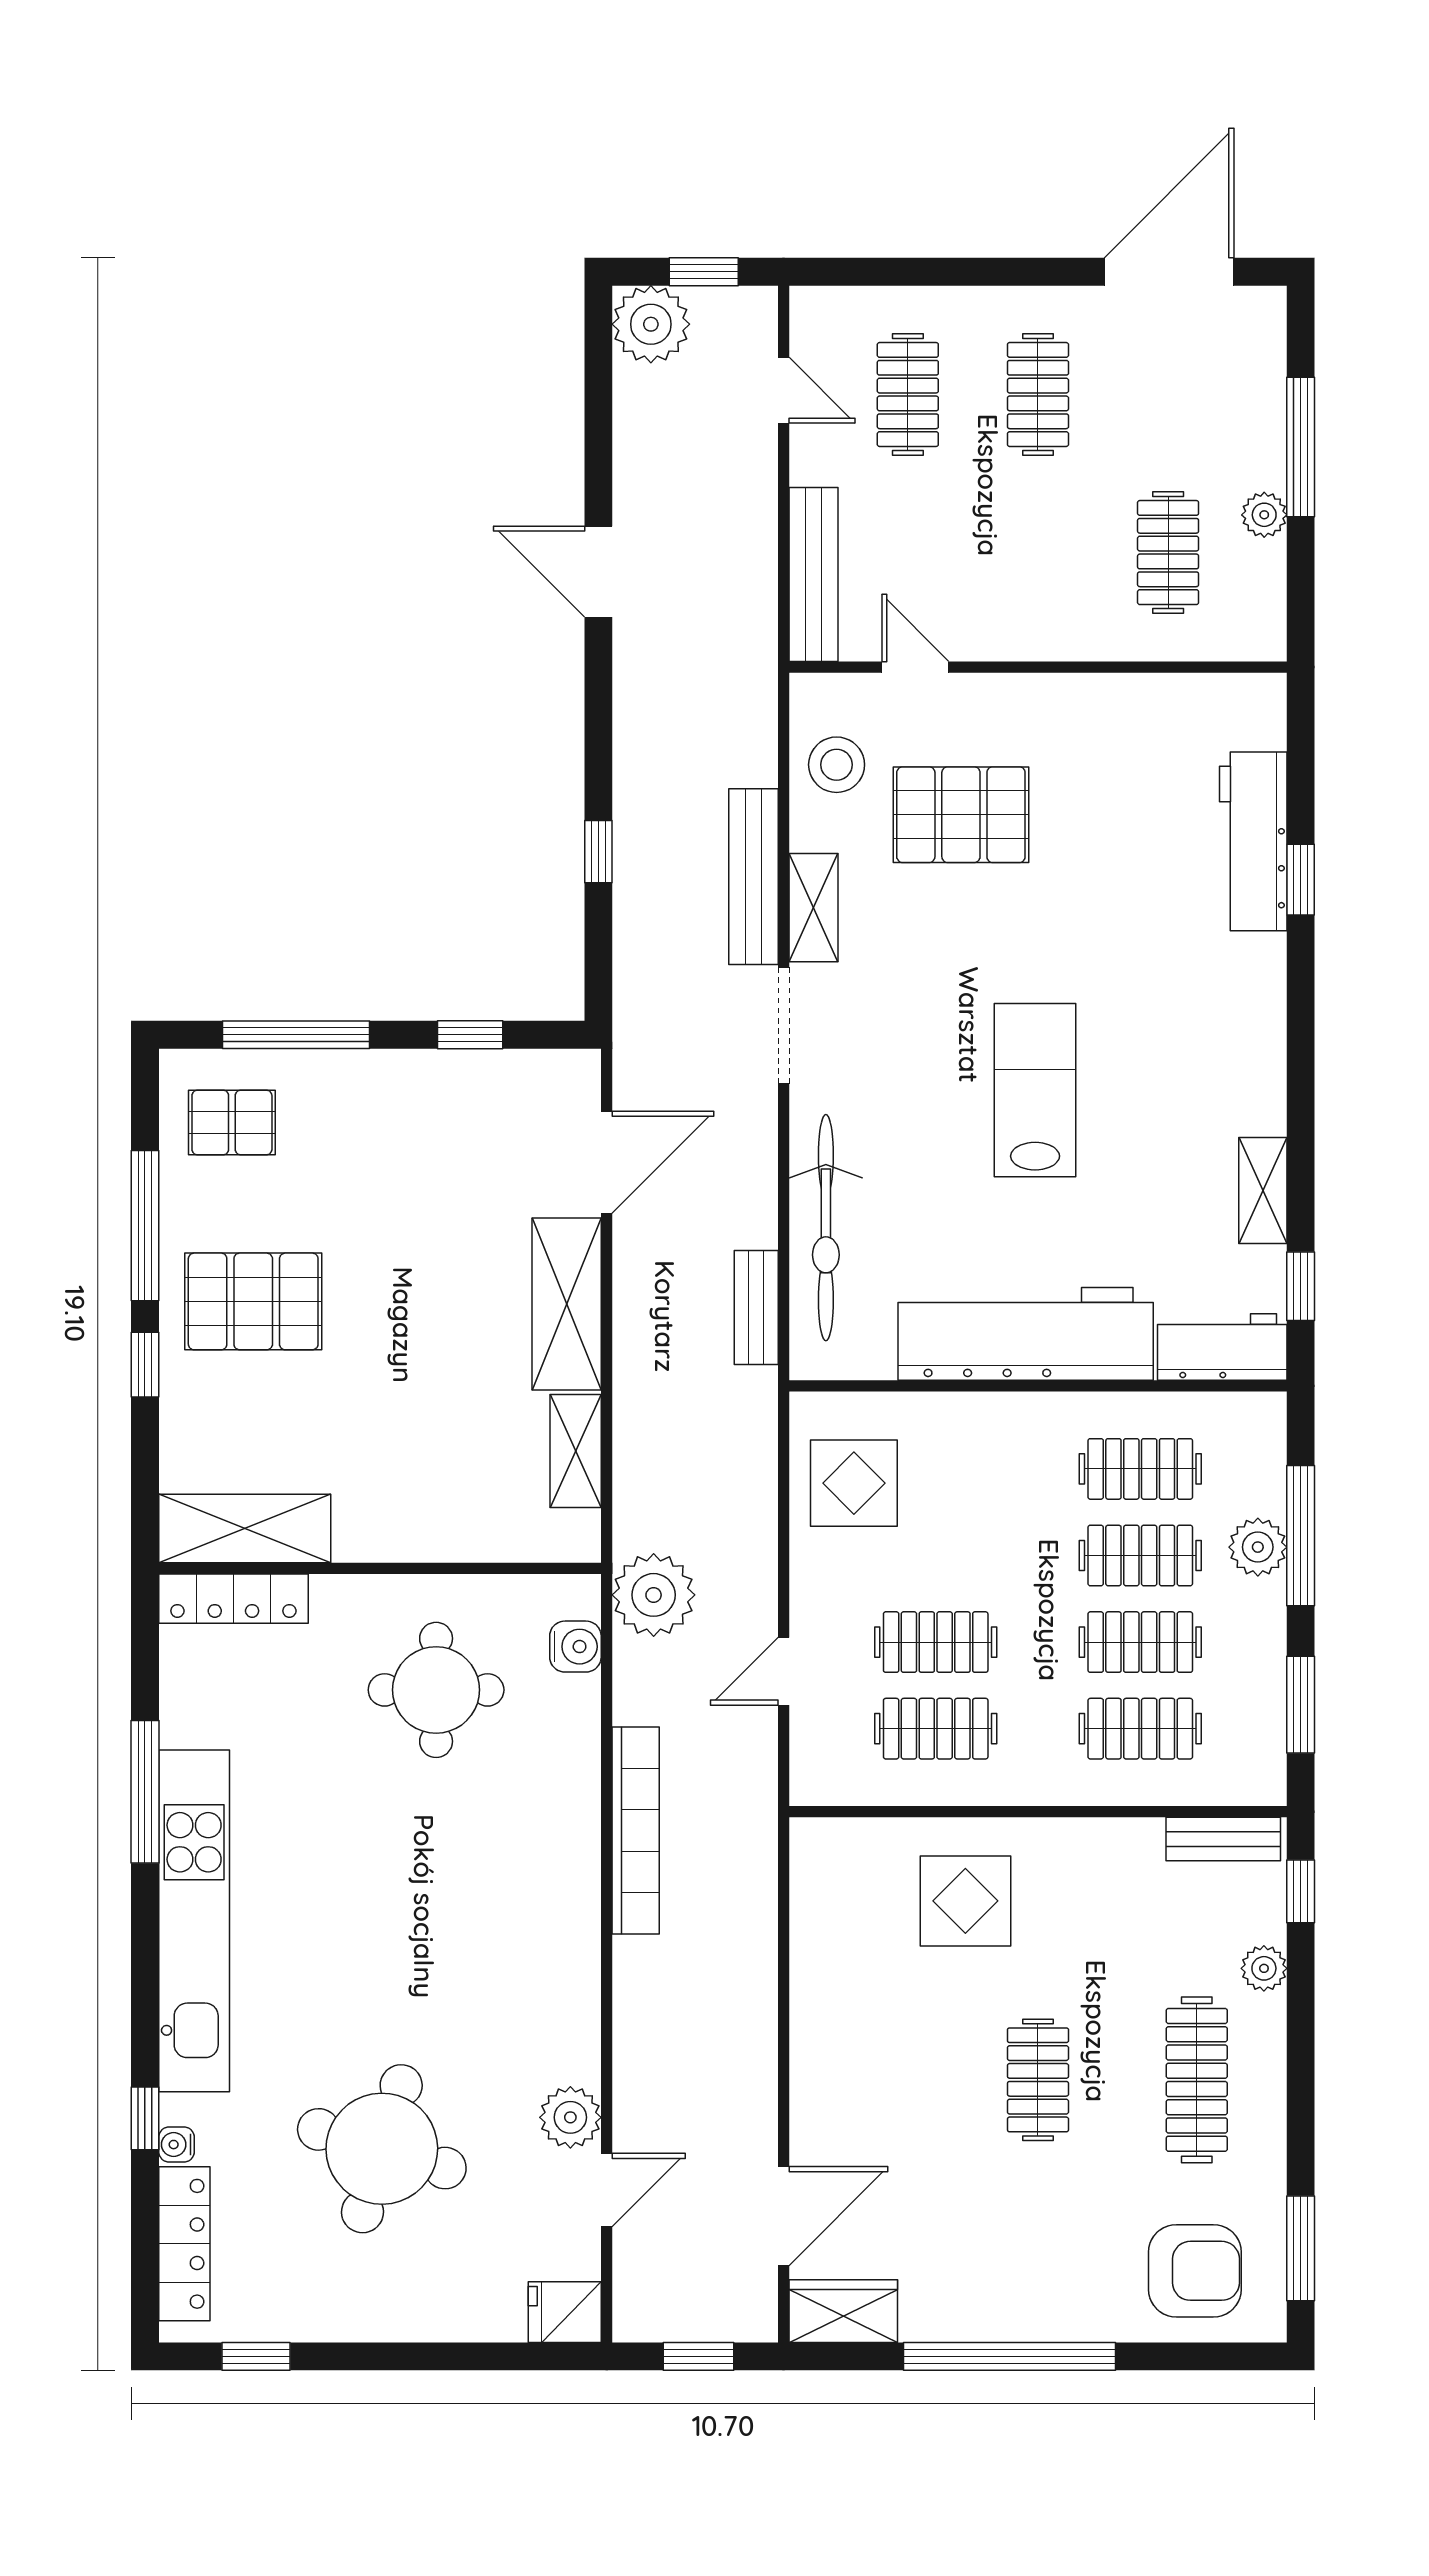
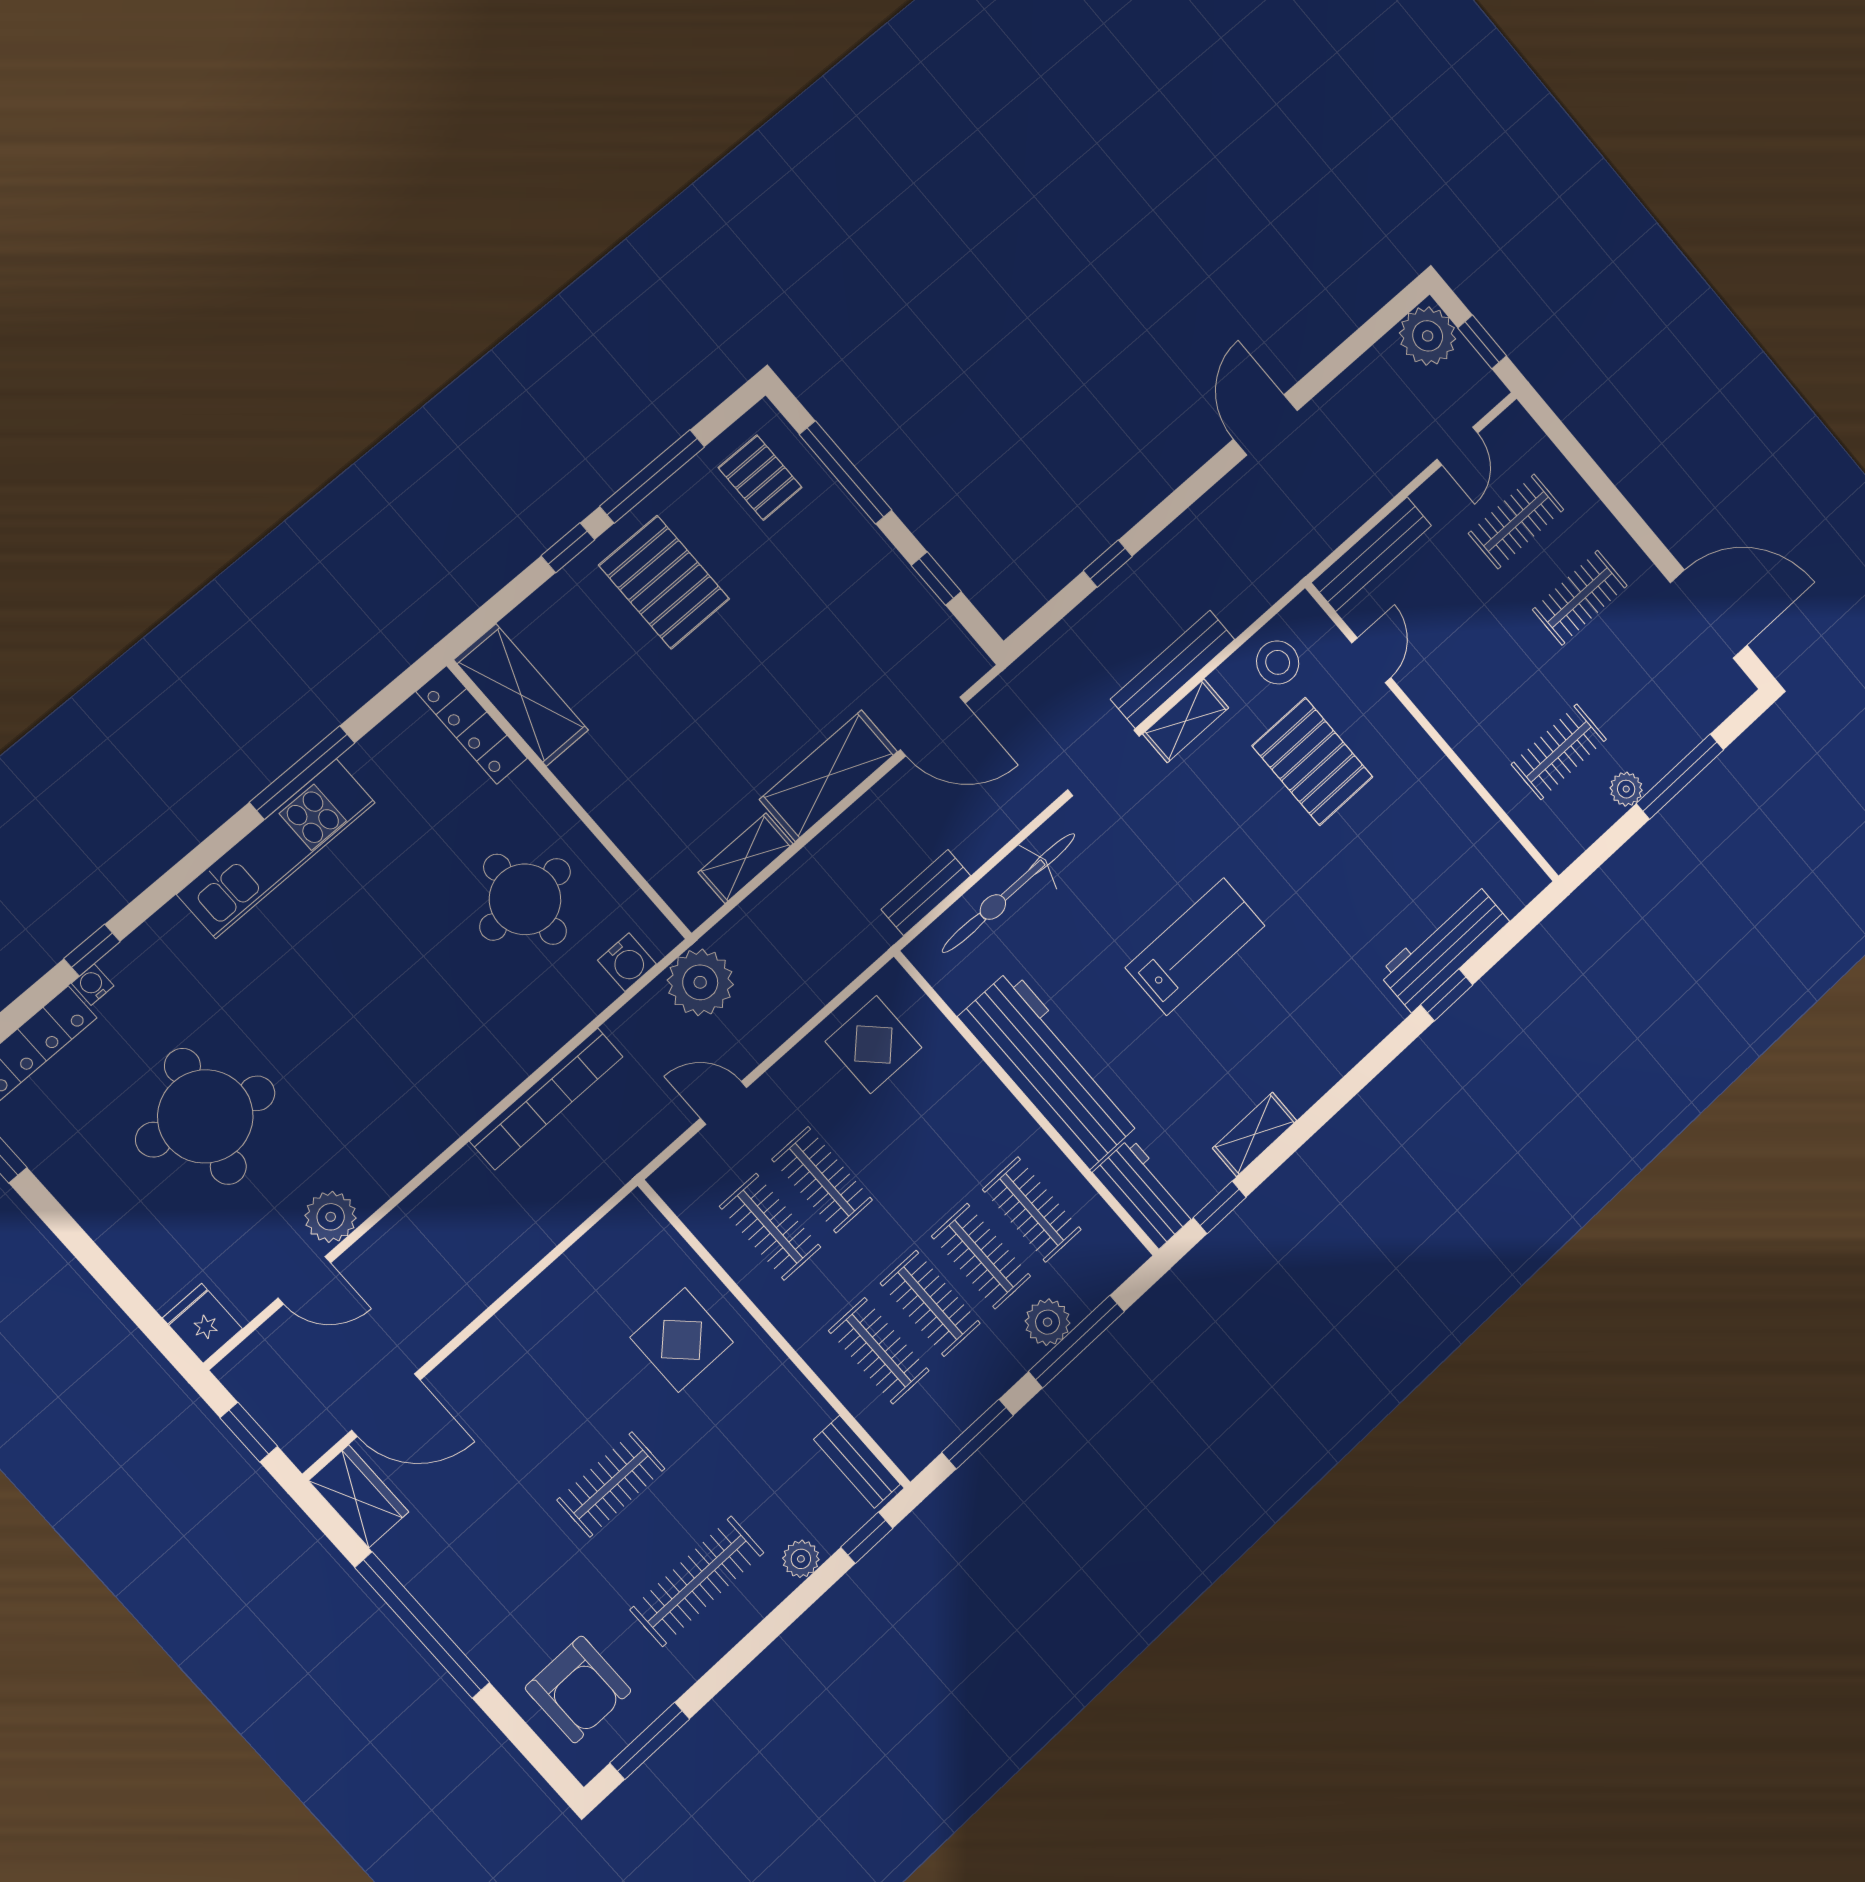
kitchen unit: (194, 1921) -> (276, 848), width x0.73

